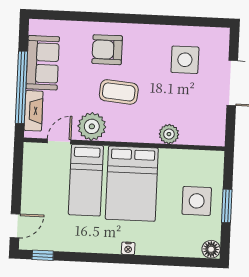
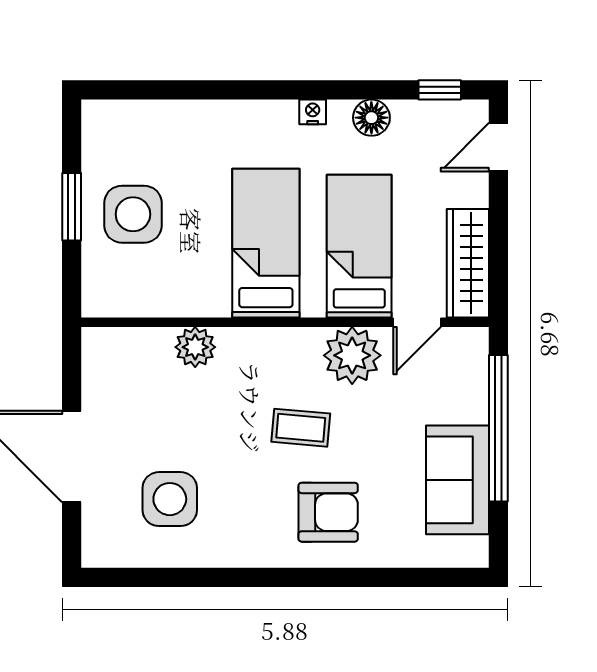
coffee table: (119, 92) -> (301, 428), width x0.73, depth x0.77
fireplace: (34, 111) -> (472, 382), removed
wardrobe: (33, 169) -> (468, 263), added
bed: (132, 184) -> (266, 243), width x0.67
nightstand: (128, 248) -> (313, 112), moved
floor lamp: (211, 249) -> (371, 118), moved

